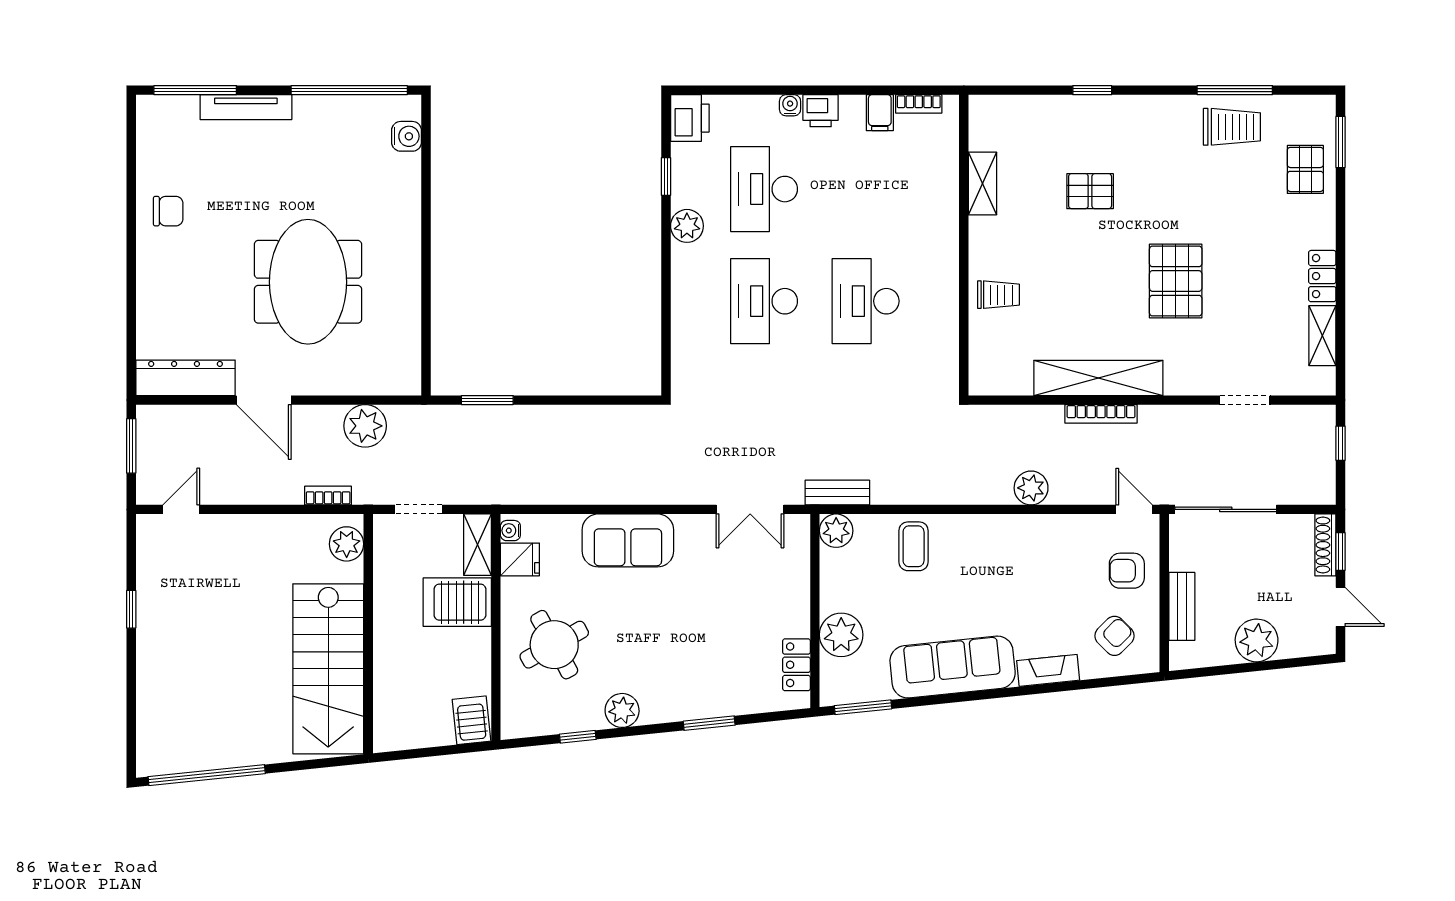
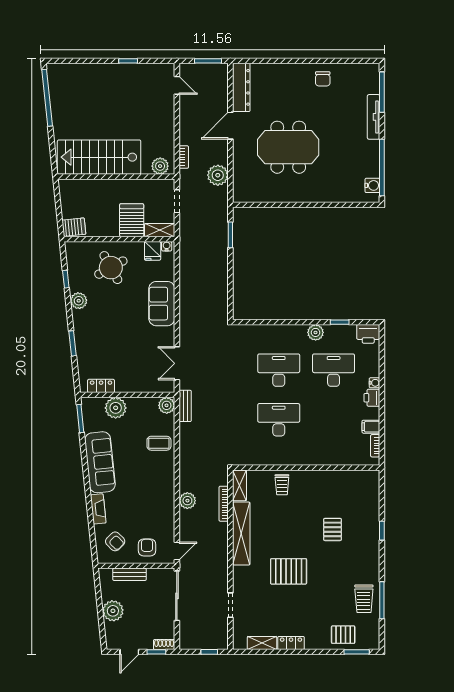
water cooler: (407, 136) -> (372, 185), moved, turned -90
shelving: (982, 183) -> (240, 485), moved, turned 90
bookcase: (1101, 414) -> (224, 504), moved
shoe rack: (1325, 545) -> (164, 644), width x0.70

